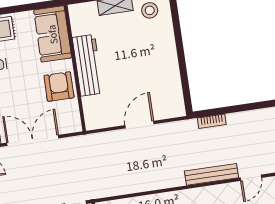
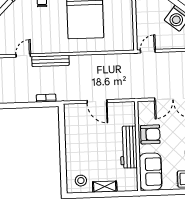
armchair: (59, 87) -> (150, 134), turned -90
door: (139, 125) -> (97, 101), hinge flipped

